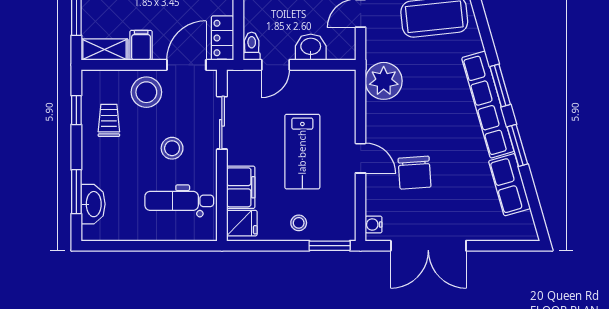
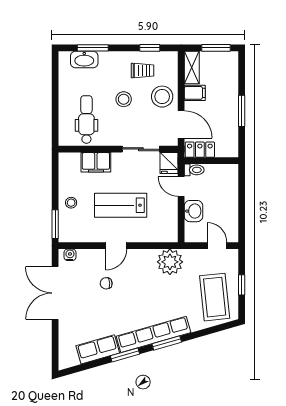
stool: (172, 148) -> (124, 99), moved
chair: (415, 173) -> (106, 283), width x0.54, depth x0.54
fridge: (242, 223) -> (169, 163), moved

